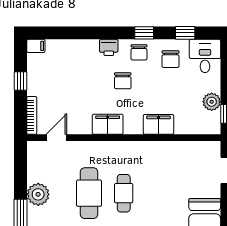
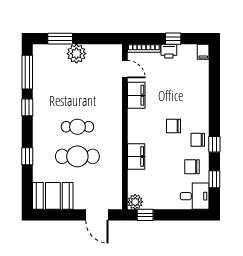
printer: (109, 47) -> (169, 51), moved, turned -90
plant: (212, 102) -> (135, 202), moved
filing cabinet: (108, 124) -> (136, 95), moved
cafe table: (89, 193) -> (77, 156), moved

